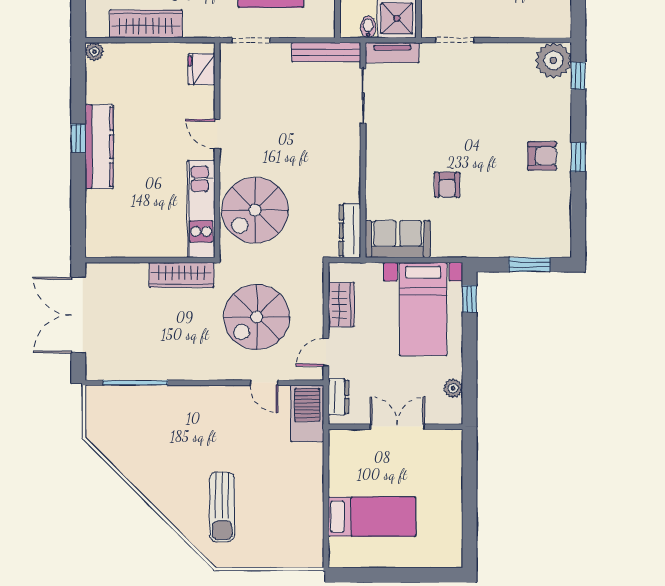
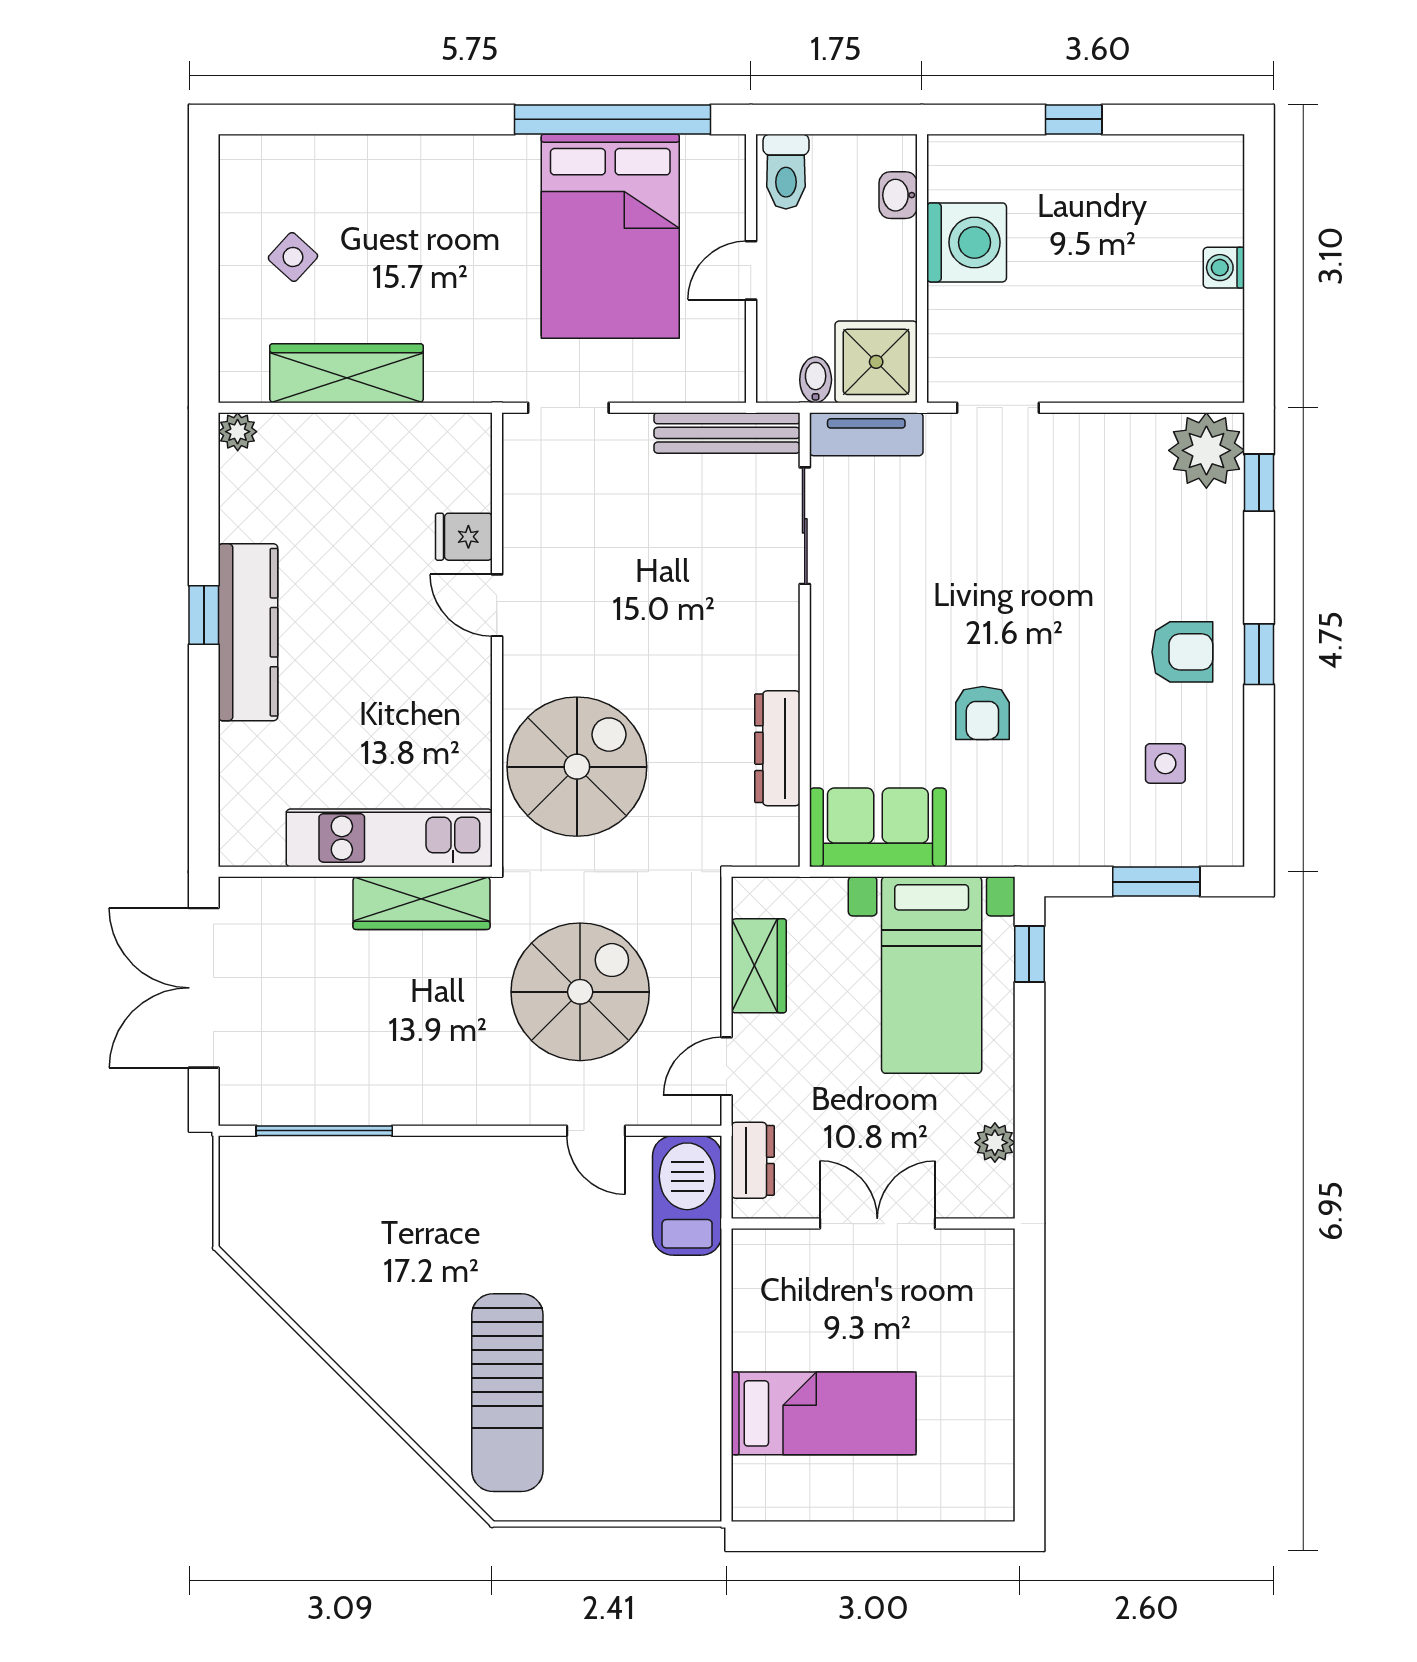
fridge: (201, 69) -> (464, 537), moved, width x0.72
kitchen unit: (201, 209) -> (389, 838), moved, turned 90
side table: (534, 209) -> (1165, 763), added
spiral stairs: (255, 210) -> (577, 767), turned 180
dresser: (350, 230) -> (777, 748), moved
spiral stairs: (257, 317) -> (580, 992), turned 180
sun lounger: (222, 507) -> (507, 1393), width x1.36, depth x1.34

